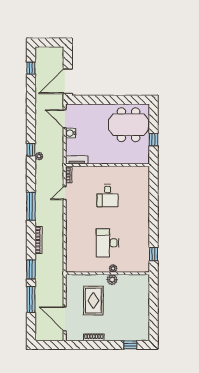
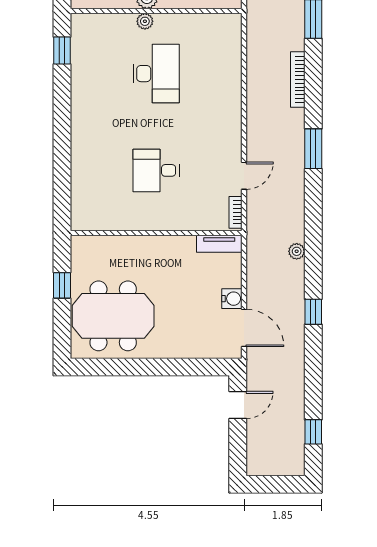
door: (68, 81) -> (238, 405), width x0.53
window: (31, 150) -> (313, 312), moved
desk: (108, 196) -> (156, 170), turned -90
window: (31, 206) -> (313, 149), width x0.69

